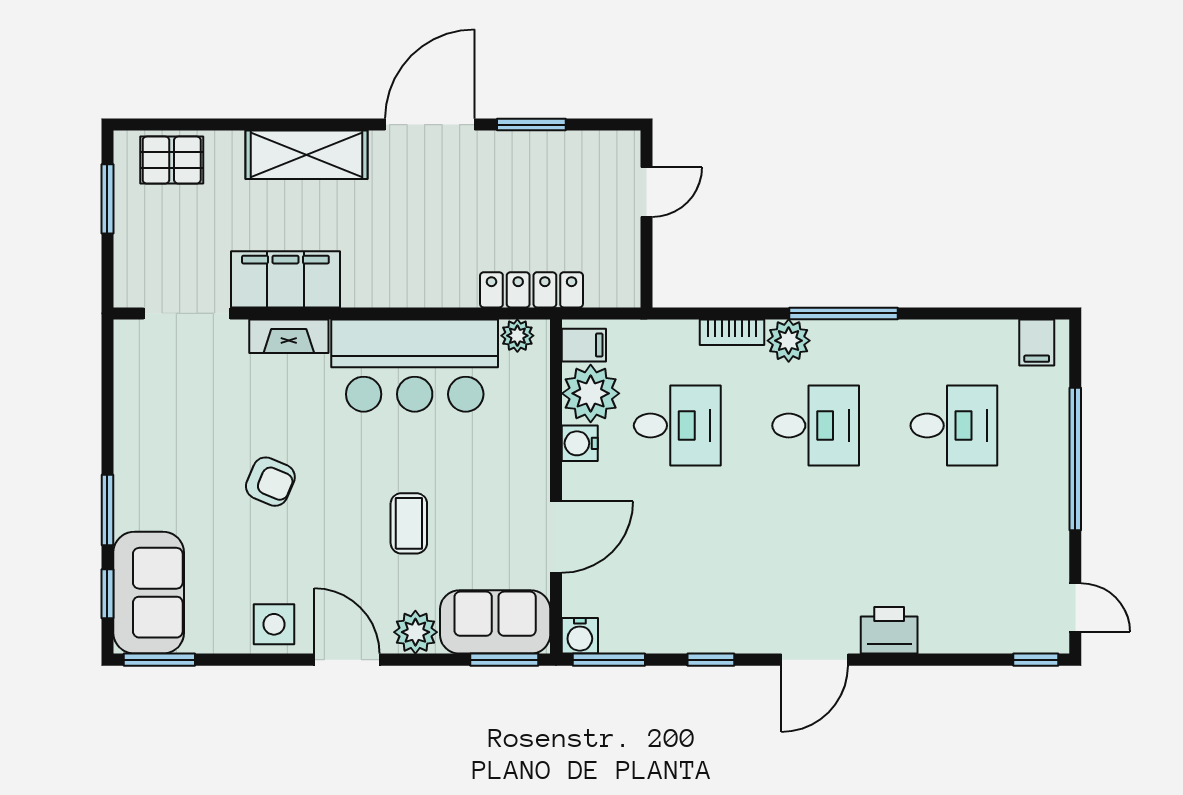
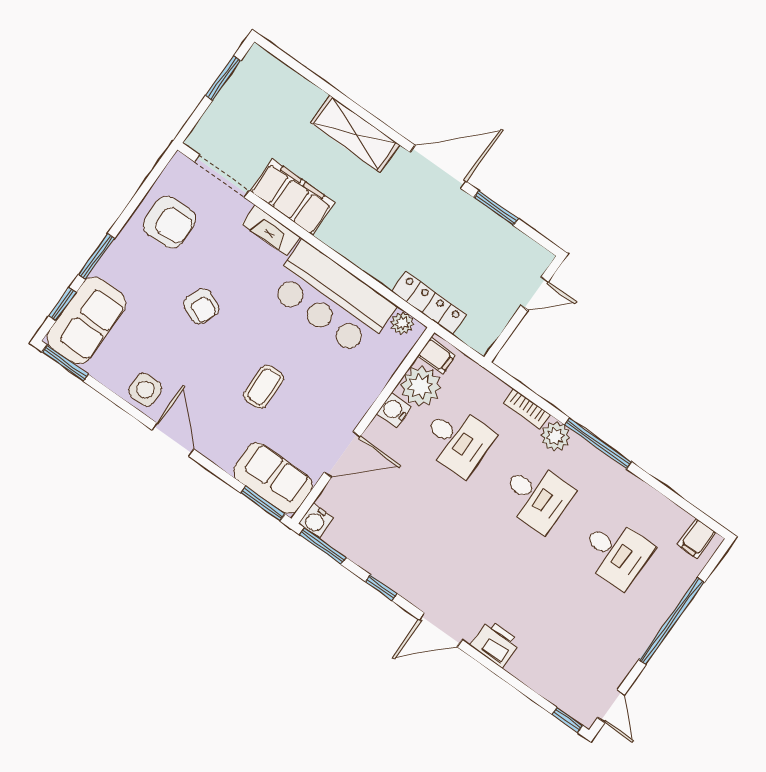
pallet: (172, 160) -> (276, 82), removed
armchair: (164, 410) -> (169, 222), added
plant: (415, 632) -> (223, 452), removed

